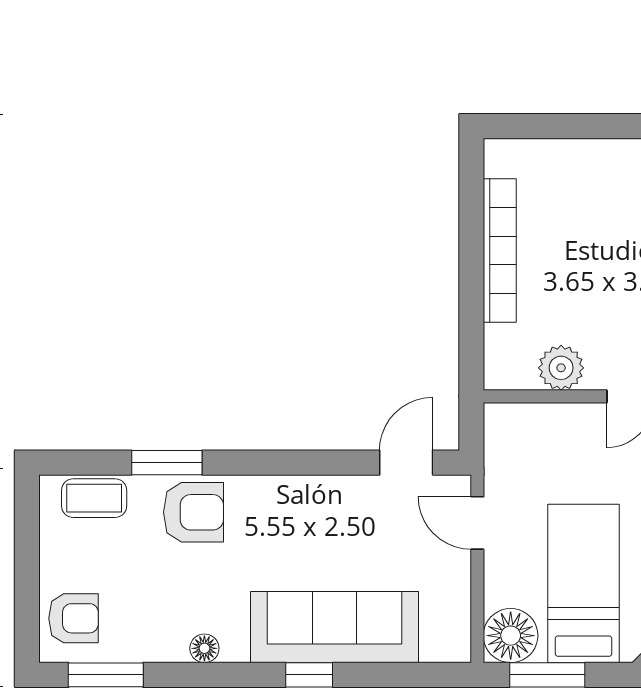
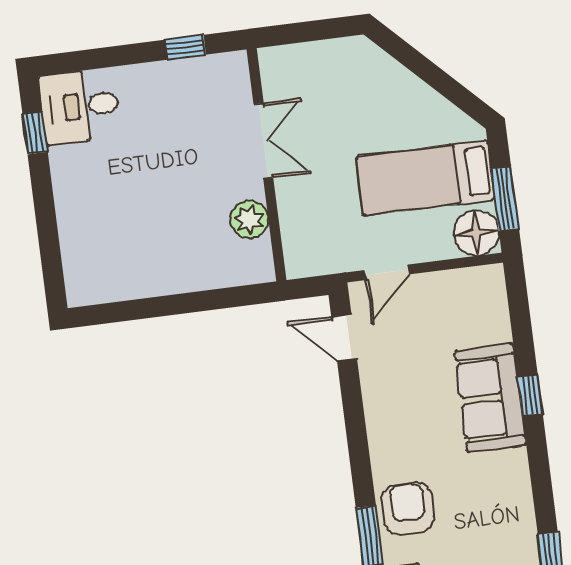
bookcase: (500, 250) -> (159, 283), removed
sofa: (335, 627) -> (490, 398), width x0.73
floor lamp: (204, 648) -> (519, 485), removed

